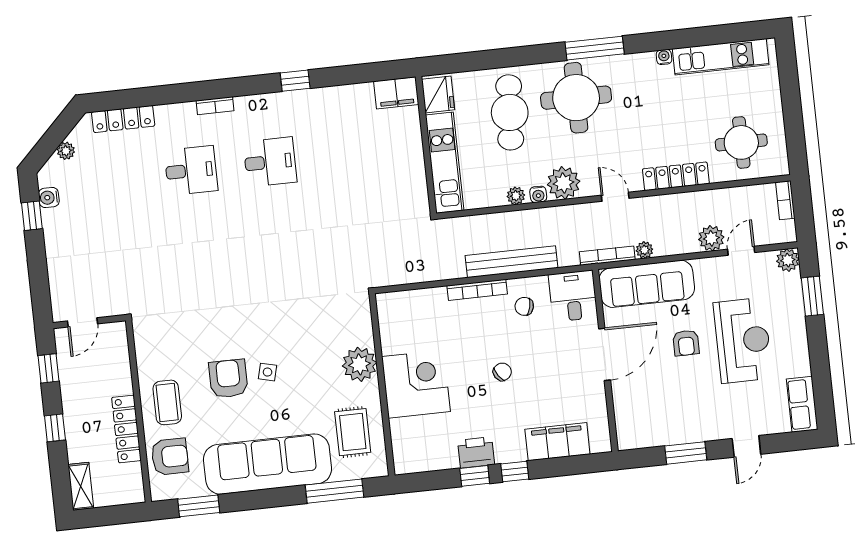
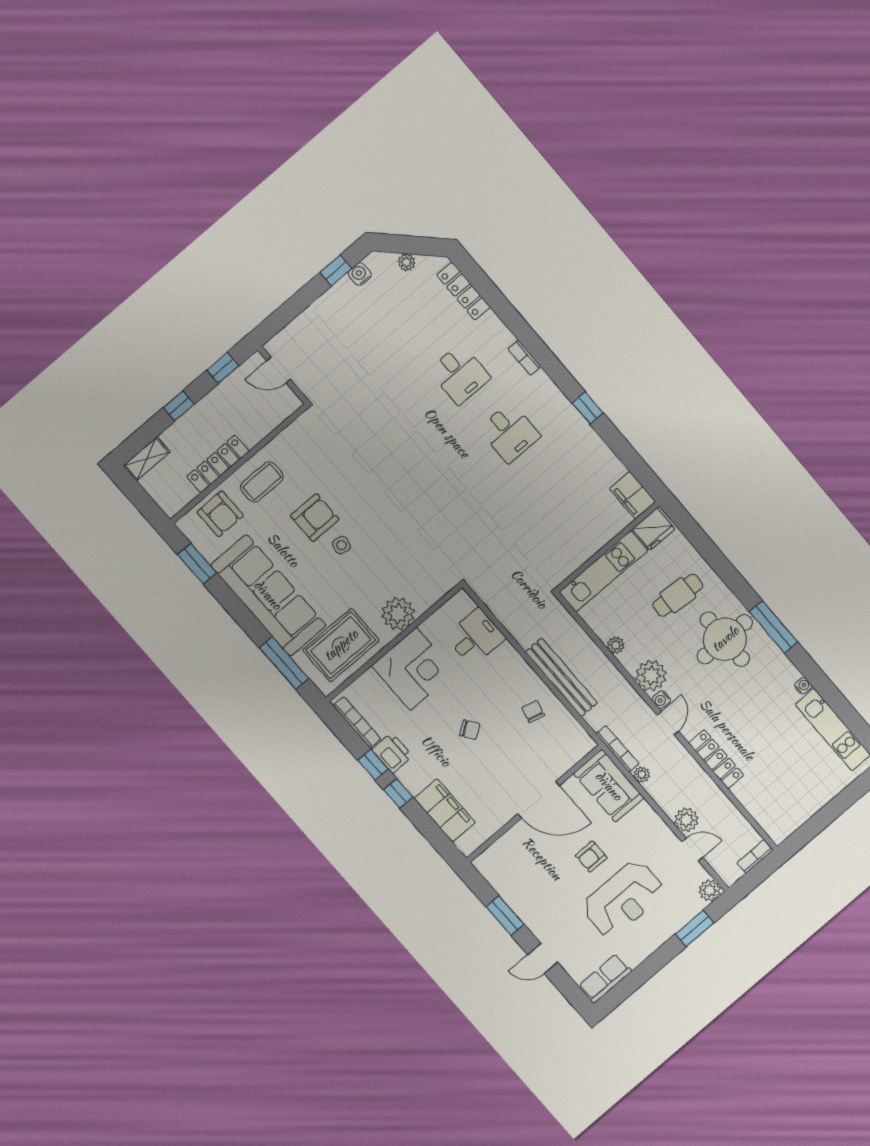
cafe table: (510, 112) -> (678, 595), width x0.73, depth x0.74
round table: (741, 142) -> (777, 792), removed
water cooler: (538, 194) -> (661, 700), moved
sofa: (647, 284) -> (609, 786), width x0.73
bookcase: (477, 290) -> (357, 722), moved, turned 180
desk: (573, 296) -> (475, 637), moved
rug: (353, 432) -> (341, 645), width x1.36, depth x1.43

